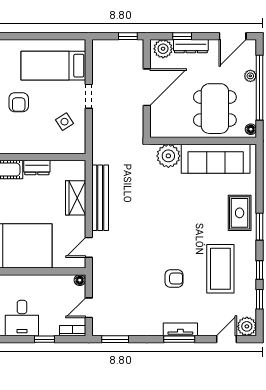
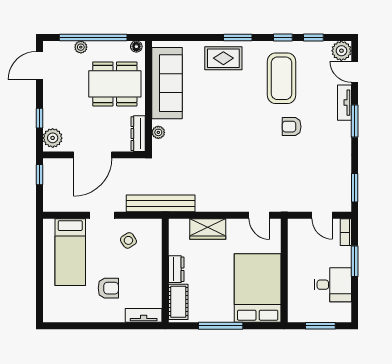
door: (233, 36) -> (40, 66), swing flipped
dresser: (191, 46) -> (138, 134), moved, turned 180
door: (147, 87) -> (93, 155), swing flipped
plant: (168, 156) -> (158, 132), width x0.53, depth x0.53
bench: (100, 198) -> (161, 203), moved
coffee table: (220, 269) -> (281, 78), turned 90
armchair: (174, 278) -> (292, 127), turned -90
floor lamp: (80, 280) -> (293, 225), removed
tv unit: (180, 329) -> (345, 103), moved
window: (44, 339) -> (355, 261), width x1.50

